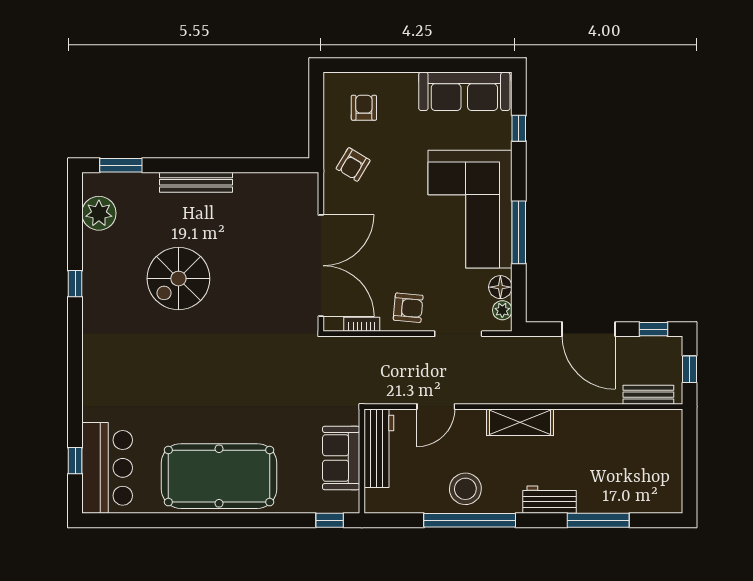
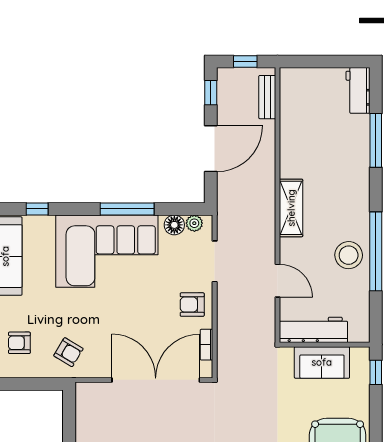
armchair: (408, 308) -> (192, 305), turned -95
workbench: (549, 500) -> (358, 90), moved

